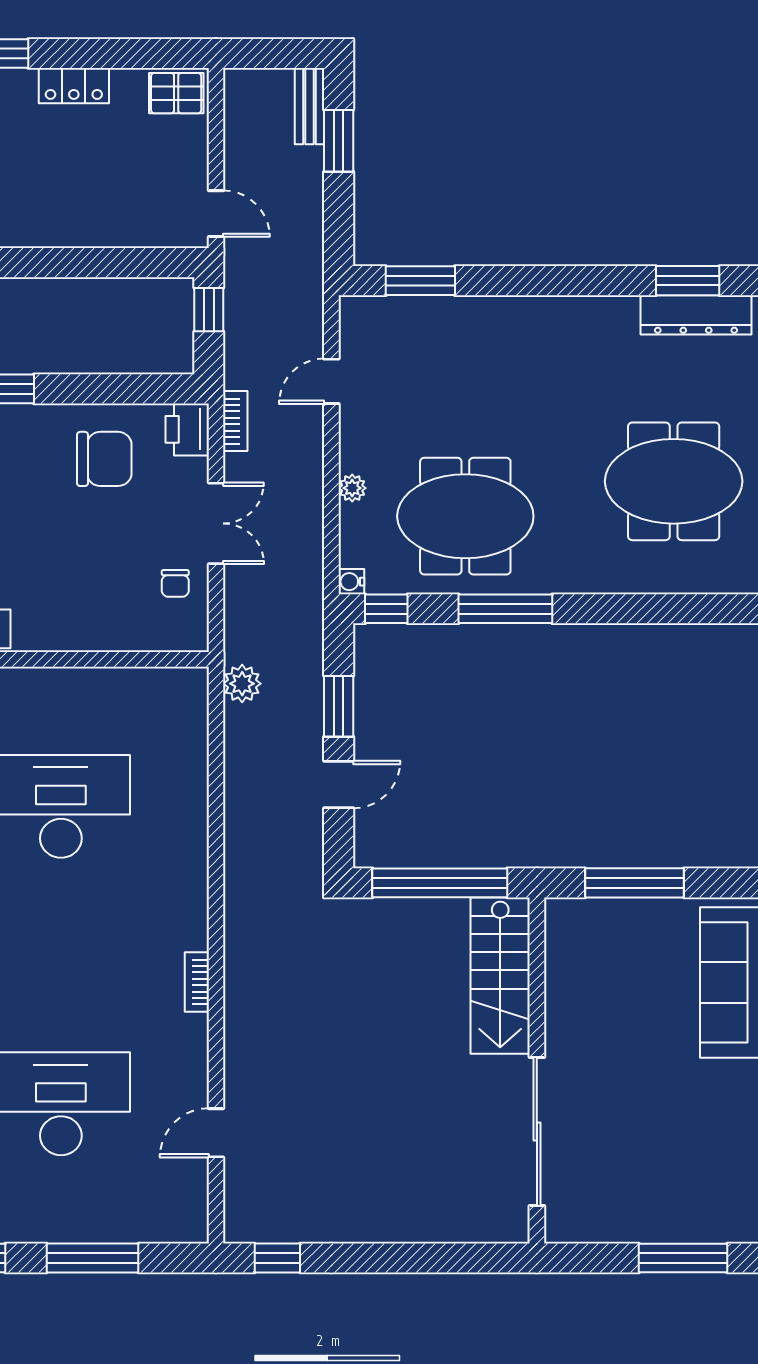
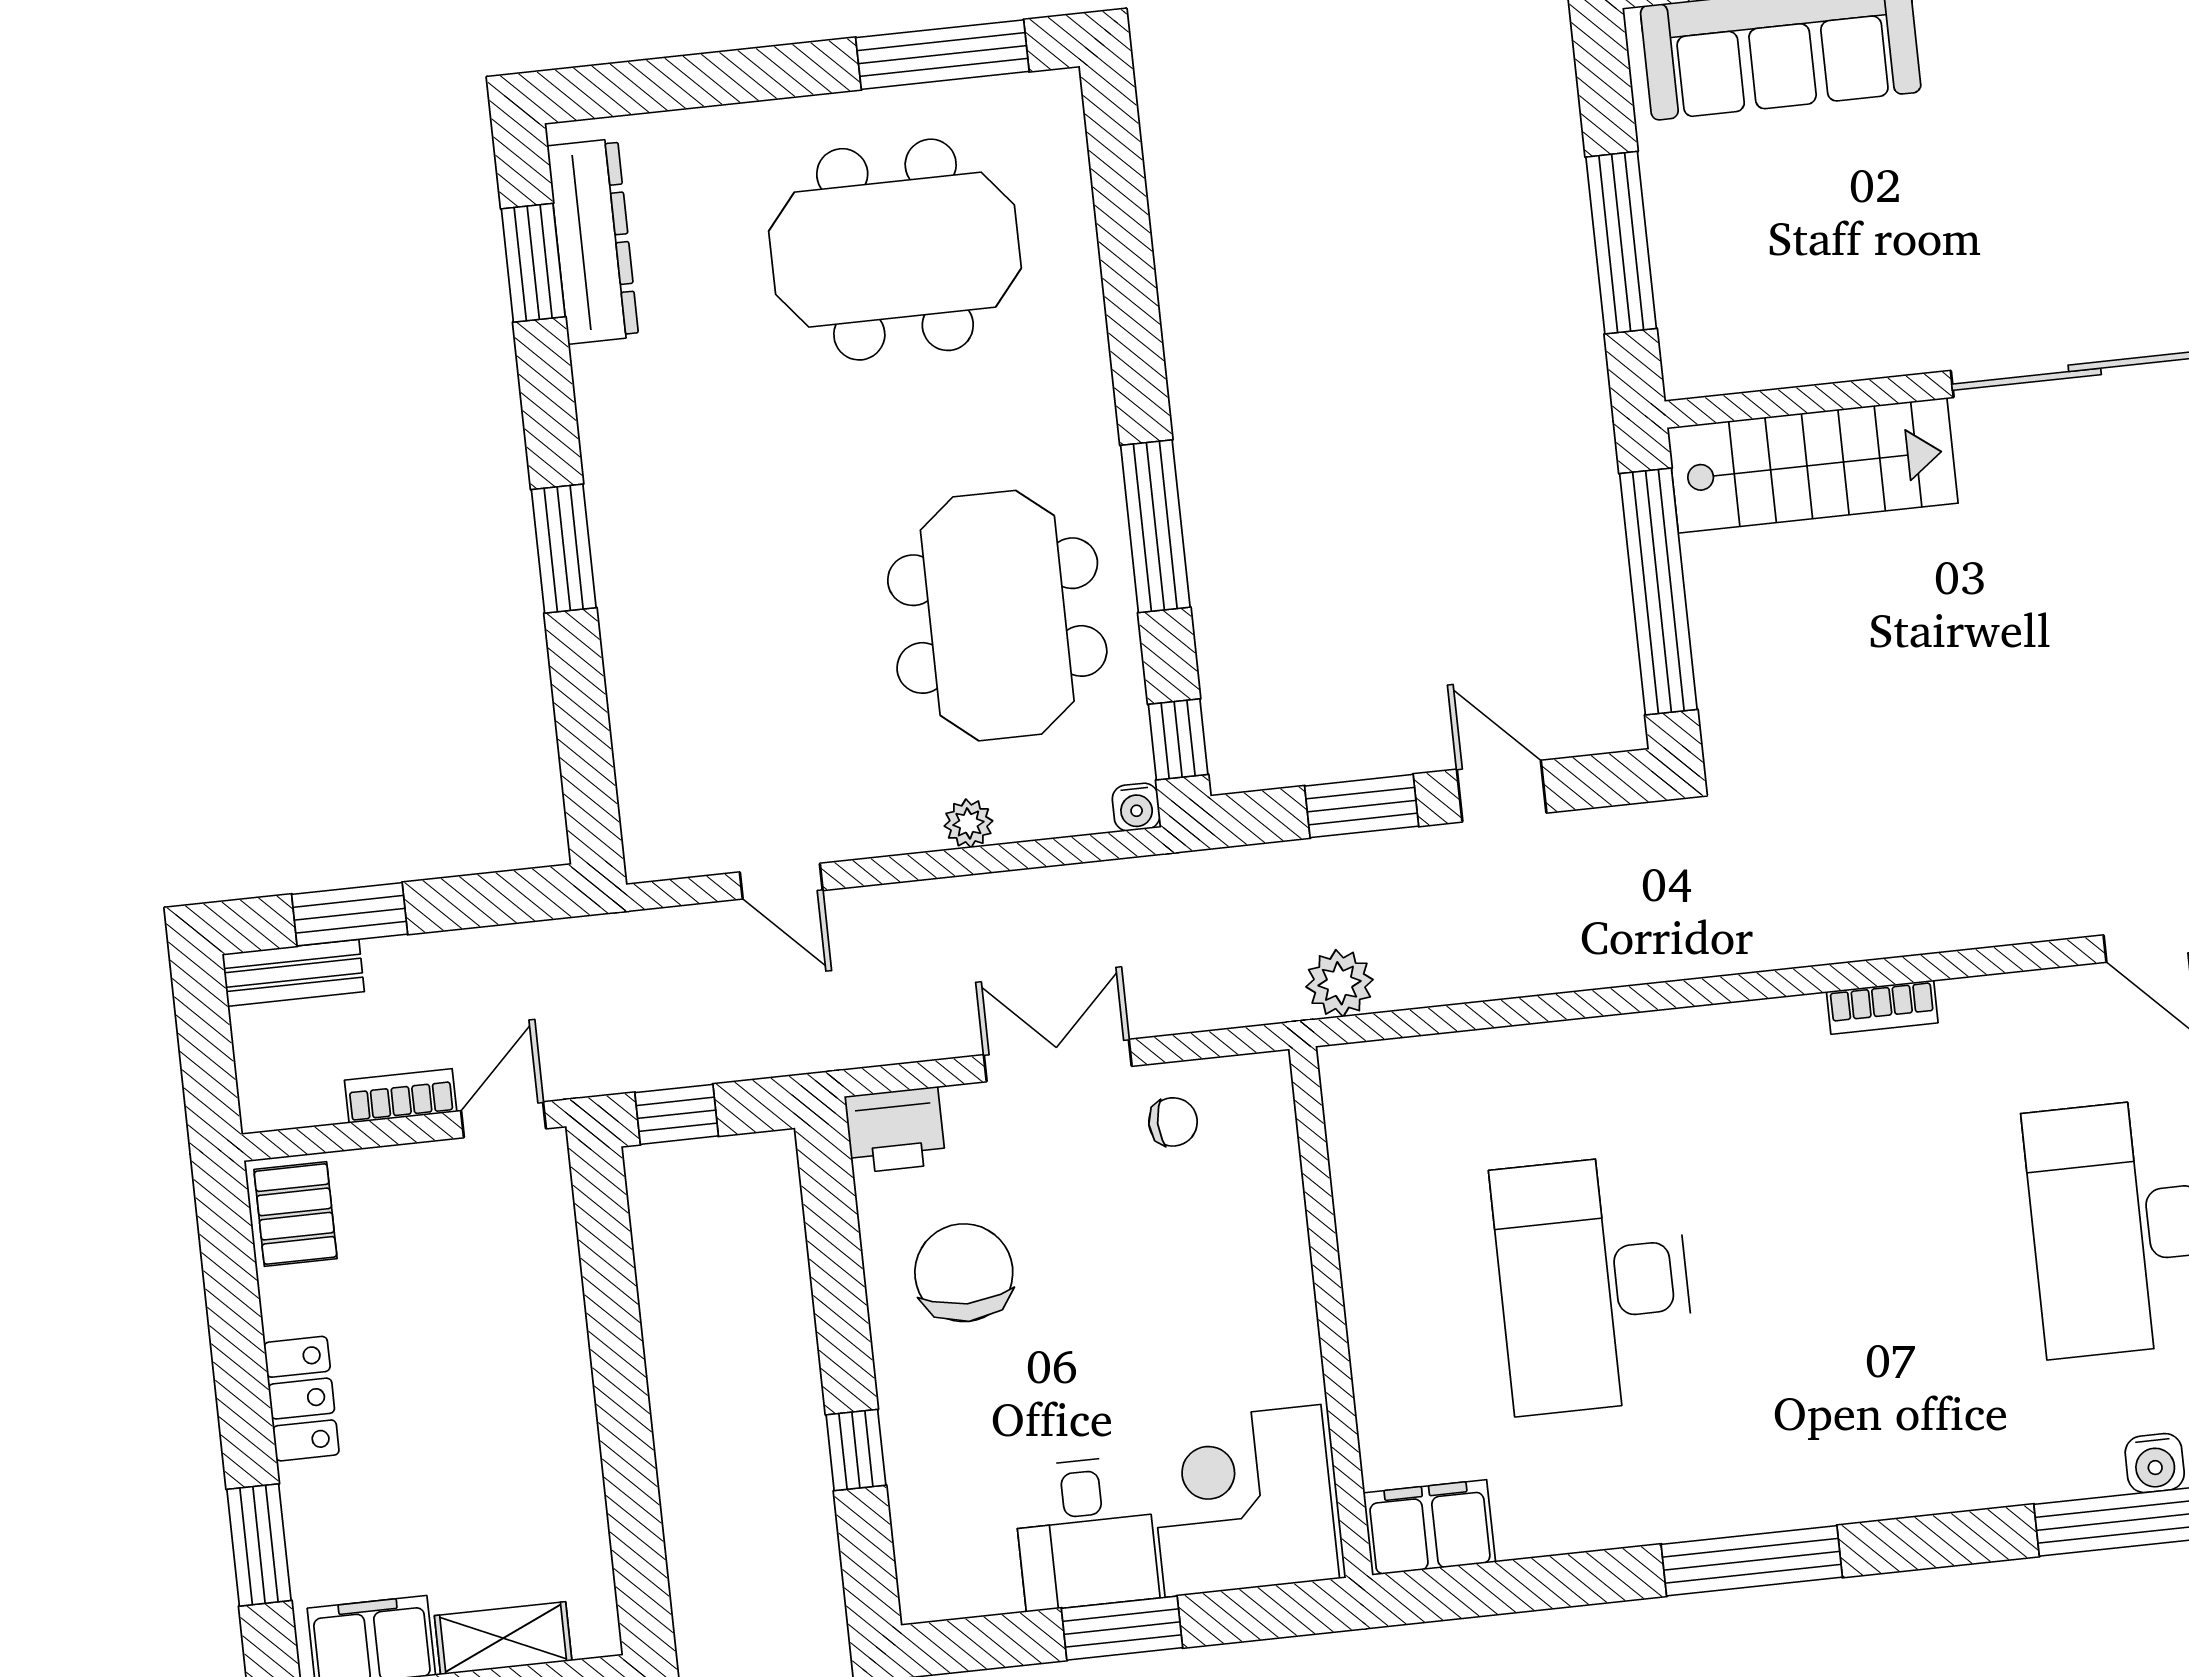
window: (420, 281) -> (564, 549), moved
bookcase: (235, 421) -> (401, 1096), moved
meeting table: (674, 481) -> (895, 250), turned 90

